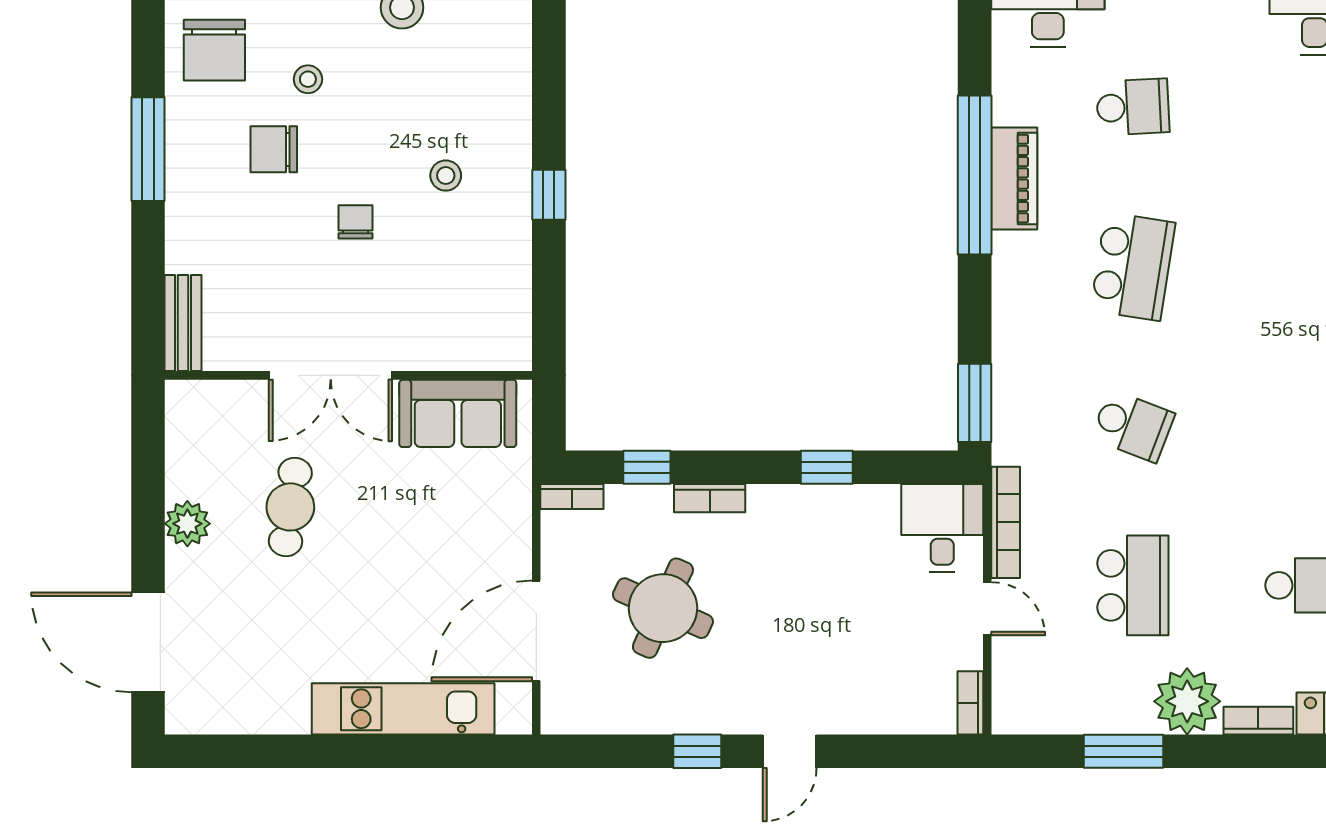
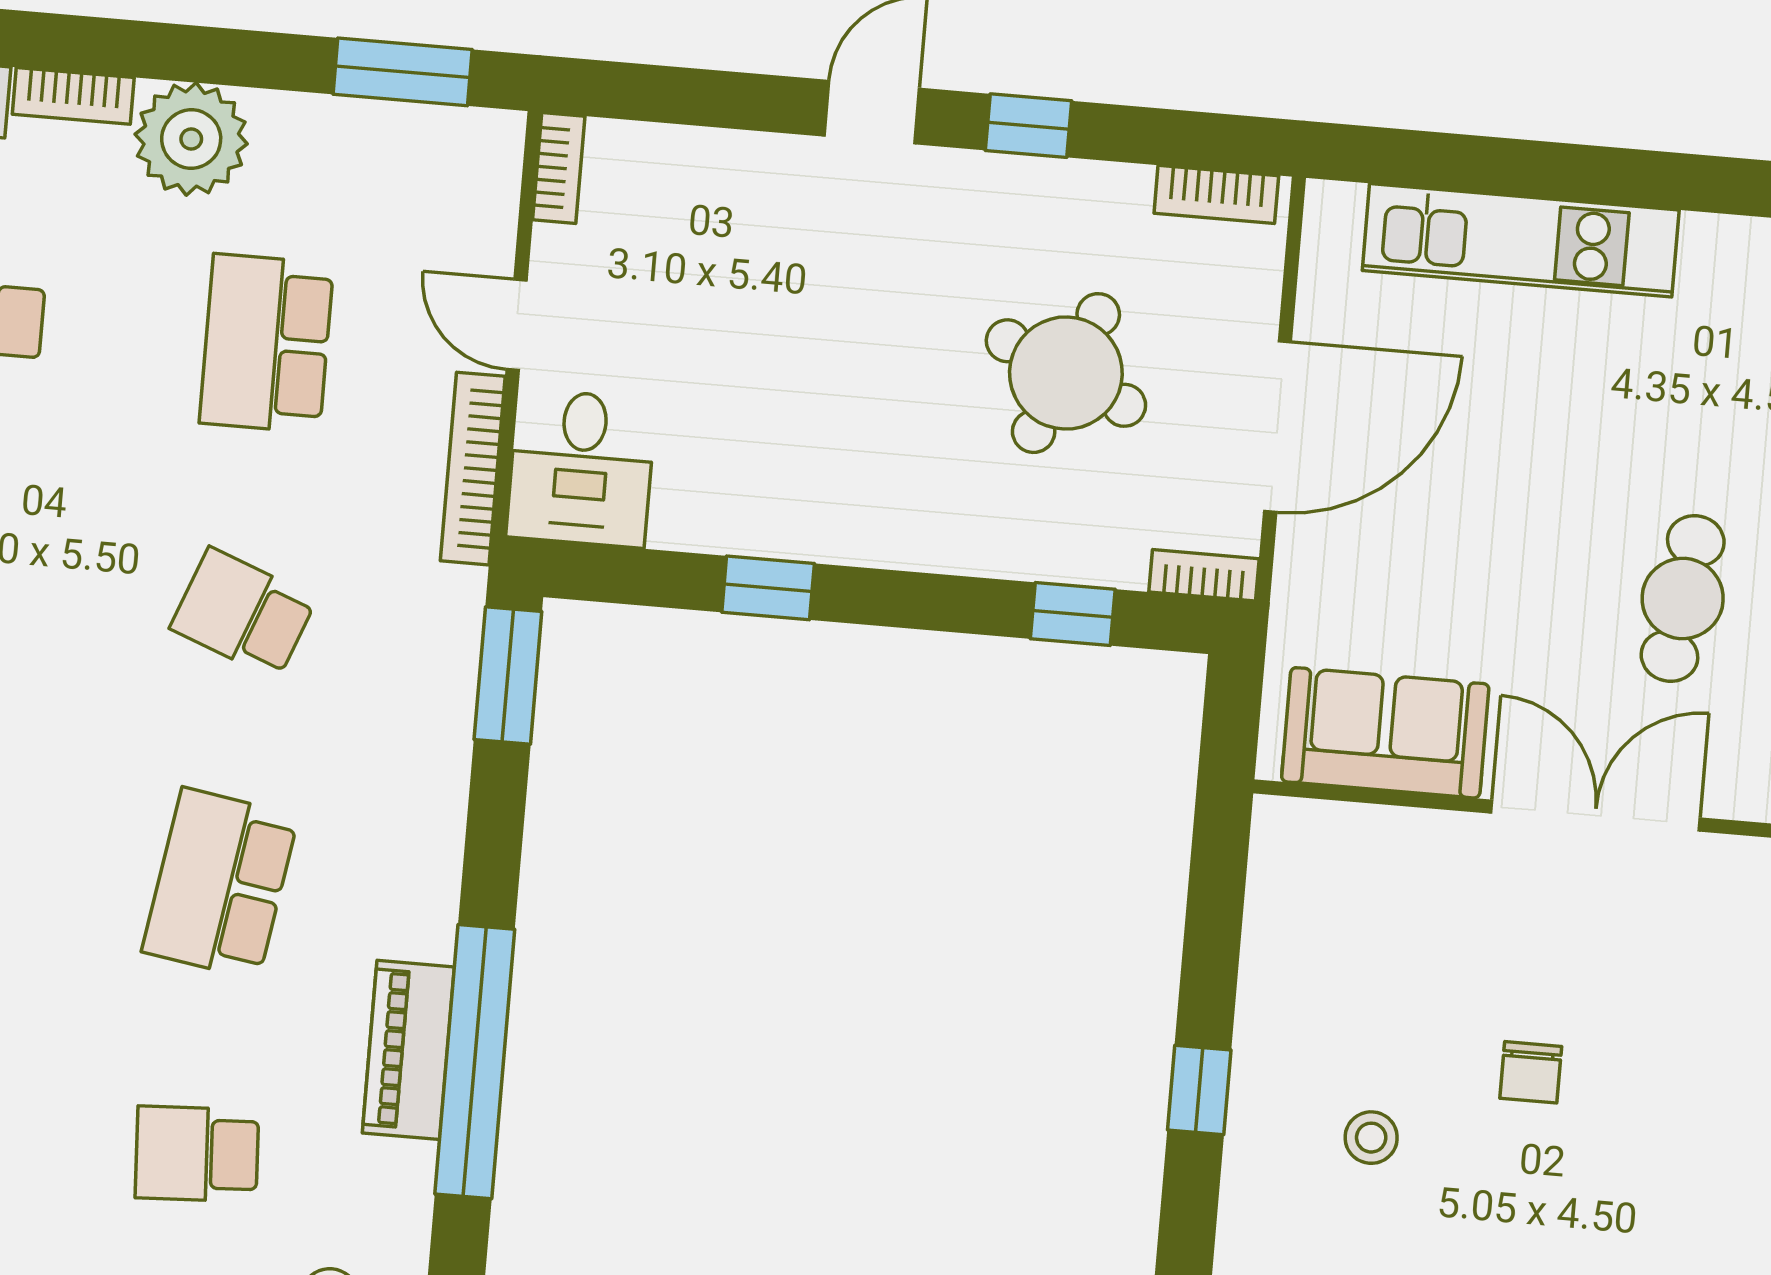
chair: (274, 149) -> (1659, 1207), removed
bookcase: (710, 498) -> (1216, 194), moved, turned 180
door: (536, 631) -> (1278, 426), moved
window: (1123, 751) -> (403, 72), moved

